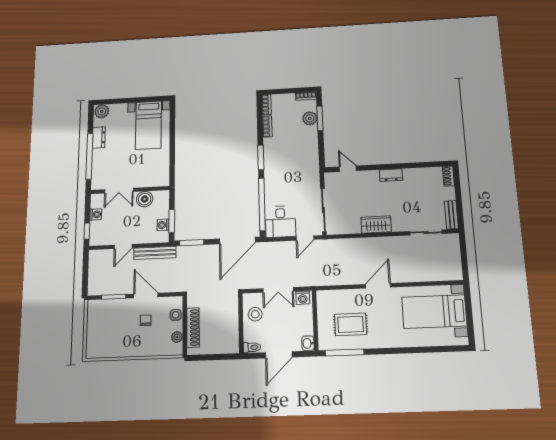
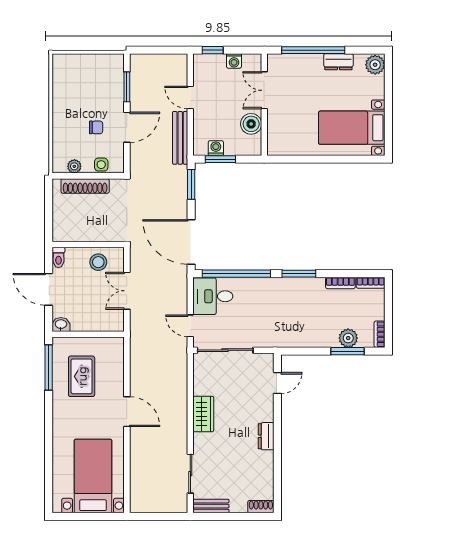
washing machine: (303, 298) -> (116, 320), removed

